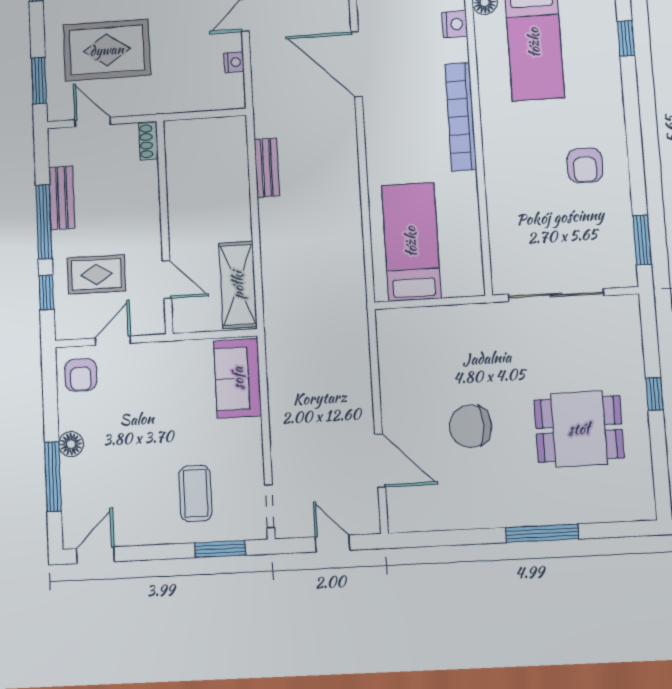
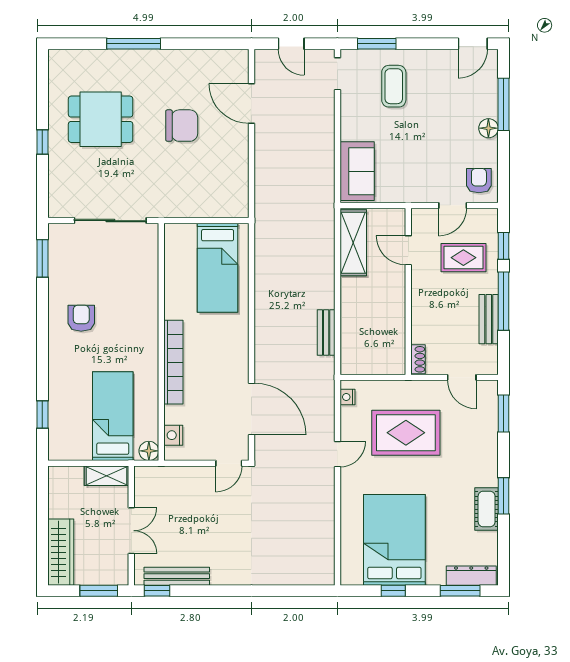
rug: (107, 50) -> (406, 433), moved
nightstand: (234, 62) -> (347, 397), moved

